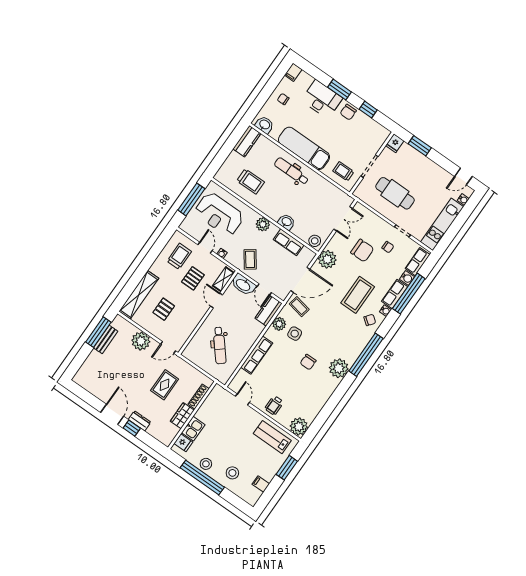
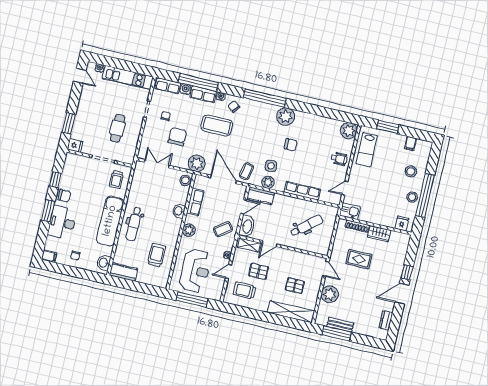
cafe table: (395, 193) -> (117, 128), width x0.73, depth x0.74
dresser: (140, 421) -> (386, 320), moved
kitchen sink: (193, 429) -> (350, 211), moved

